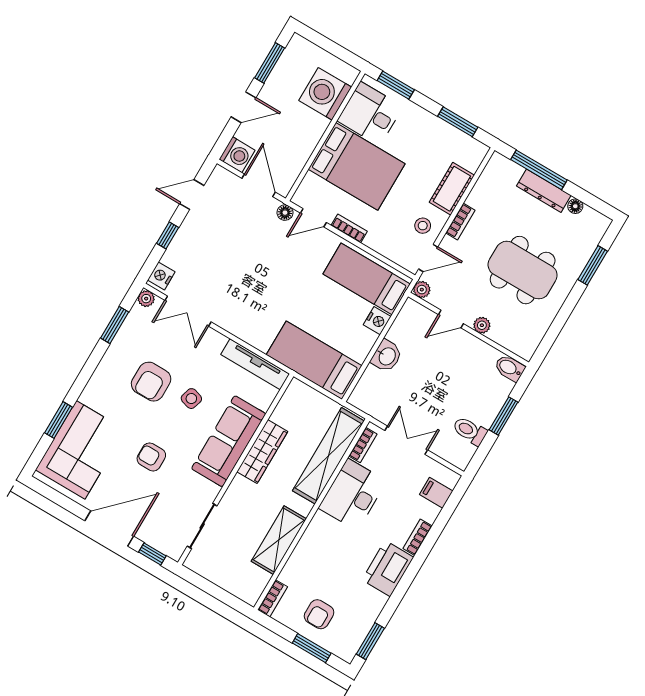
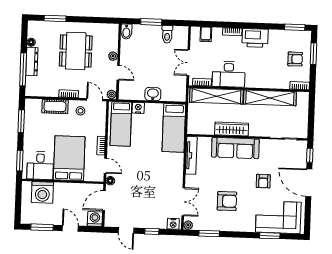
side table: (191, 399) -> (225, 177), removed
shelving: (279, 540) -> (270, 98), width x1.47

